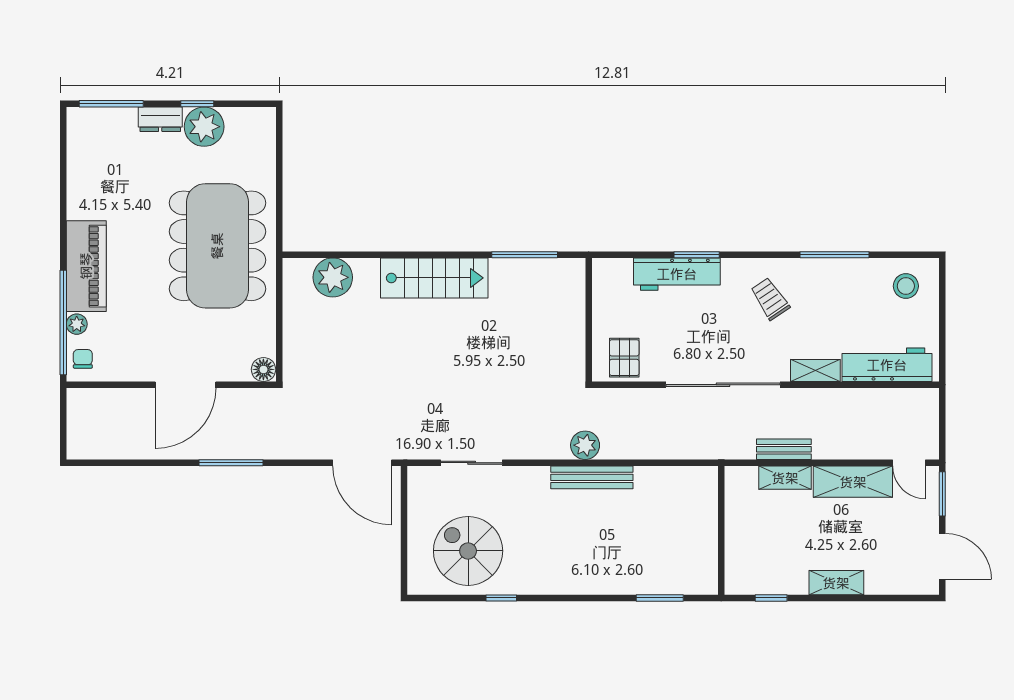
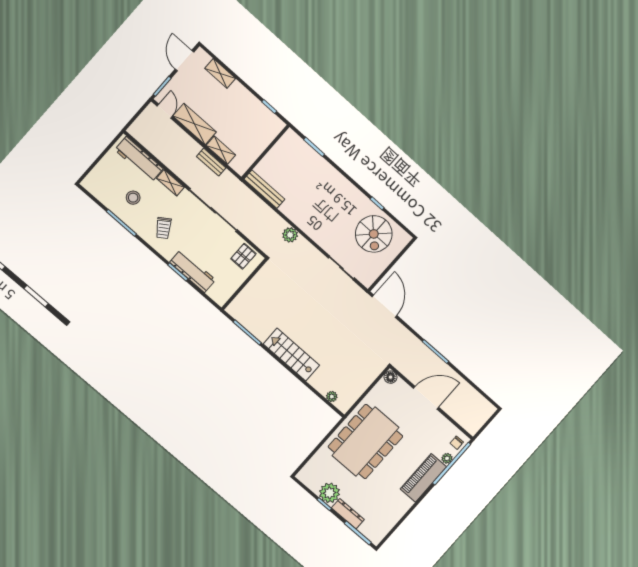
dresser: (160, 119) -> (348, 514), width x1.44
plant: (333, 277) -> (332, 397), width x0.53, depth x0.53
stool: (906, 286) -> (133, 198), moved
bench: (592, 477) -> (264, 189), moved
shelving: (836, 583) -> (220, 73), moved

